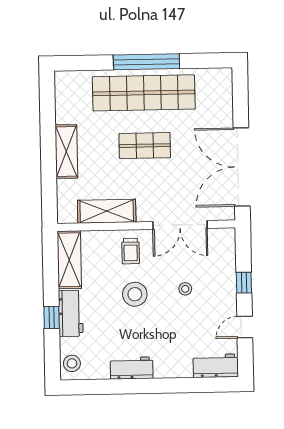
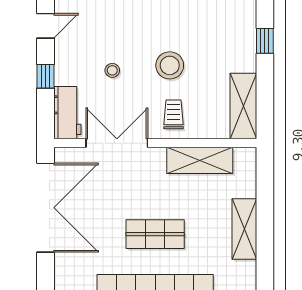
workbench: (71, 313) -> (67, 113), moved, turned 180

